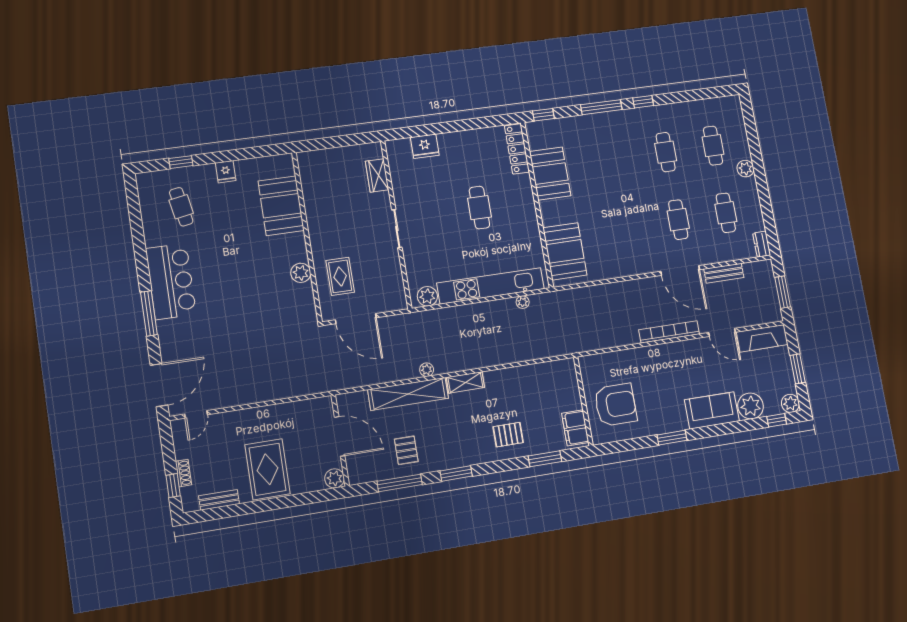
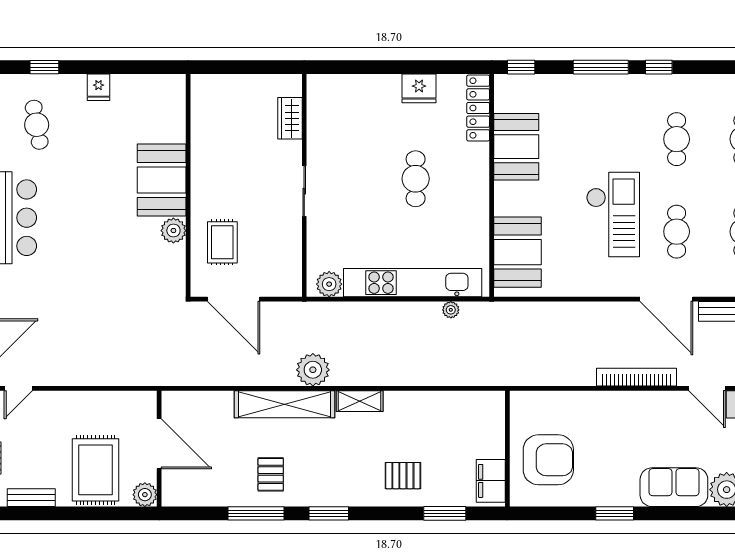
fridge: (425, 146) -> (419, 88), moved
booth: (281, 206) -> (162, 180), moved
checkout: (630, 214) -> (613, 215), added
plant: (427, 370) -> (313, 370), width x1.88, depth x1.88
door: (340, 436) -> (159, 444), moved
wall: (340, 440) -> (159, 449), moved
plant: (335, 478) -> (145, 495), moved

